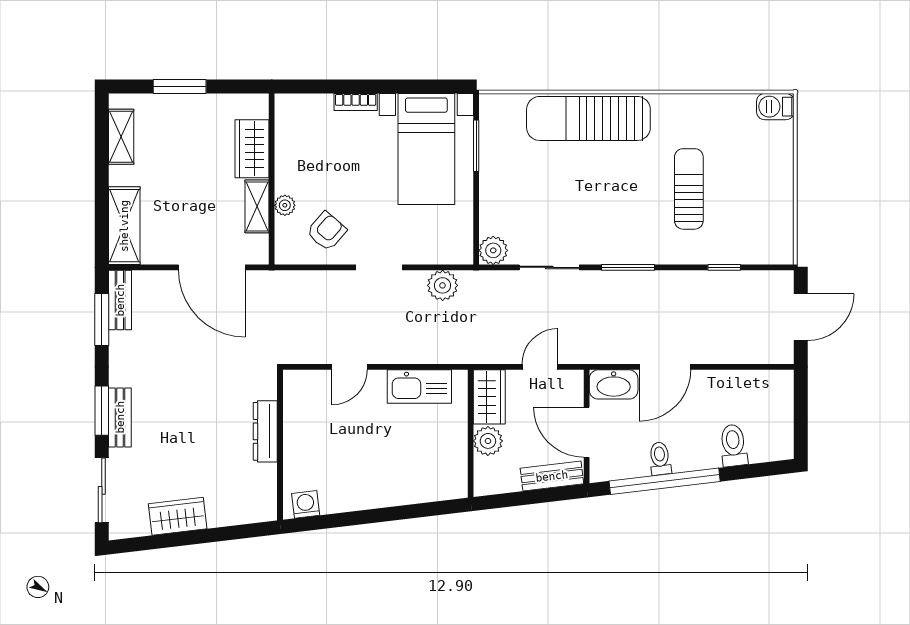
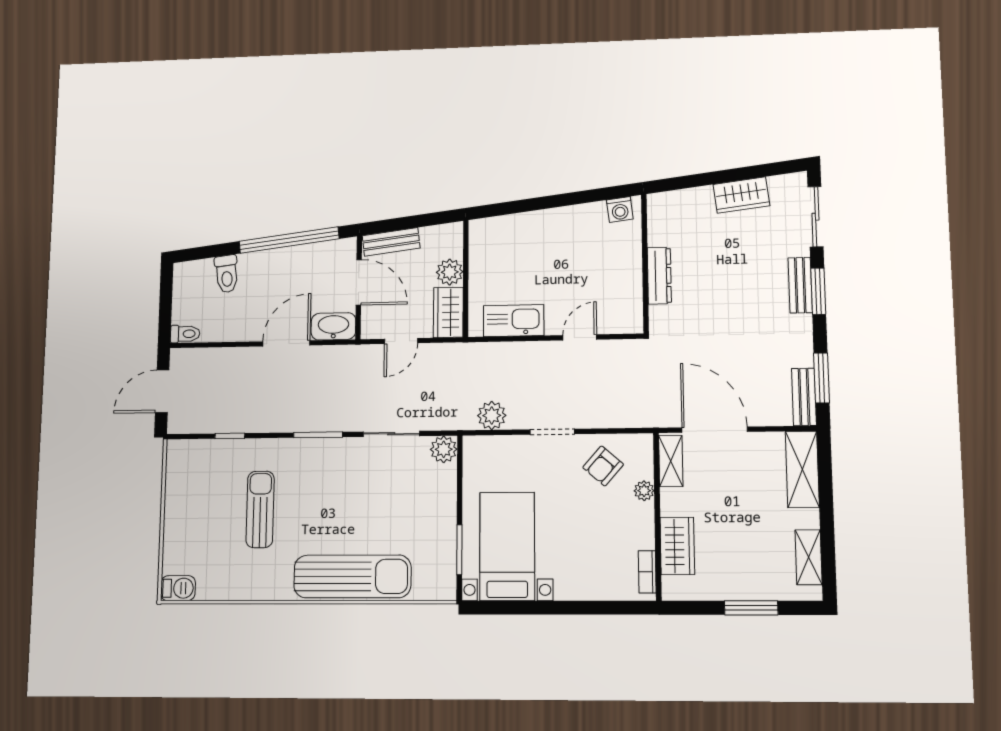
bookcase: (356, 102) -> (647, 572), moved, turned -90
sun lounger: (689, 189) -> (260, 509), turned 180
shelving: (257, 206) -> (671, 461), moved
toilet: (660, 459) -> (185, 334), moved, turned -83

